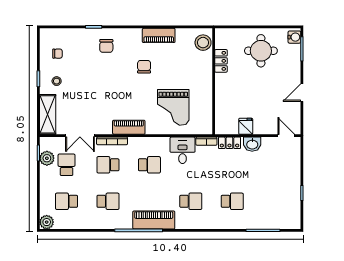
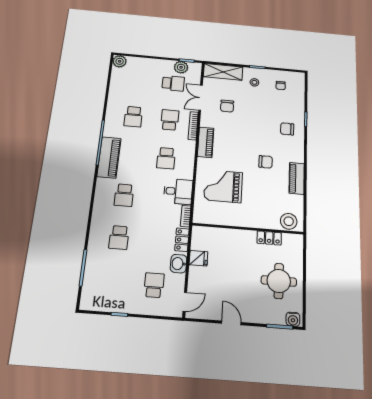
chair: (87, 108) -> (227, 106), added
school desk: (67, 201) -> (154, 285), moved

